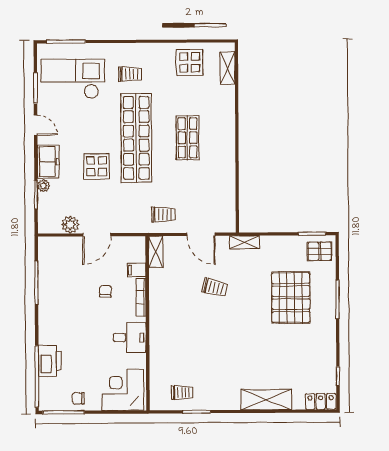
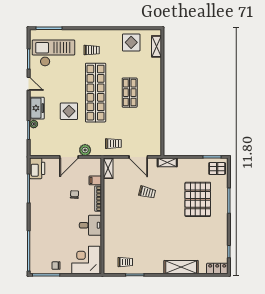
plant: (70, 225) -> (85, 150), moved
printer: (50, 361) -> (37, 168), moved

